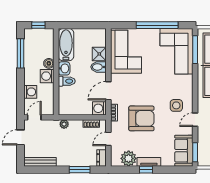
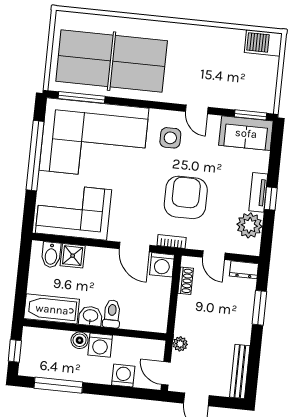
corner sofa: (177, 51) -> (94, 139), width x1.36, depth x1.36
bidet: (98, 67) -> (51, 255), moved
plant: (64, 124) -> (180, 344), moved

